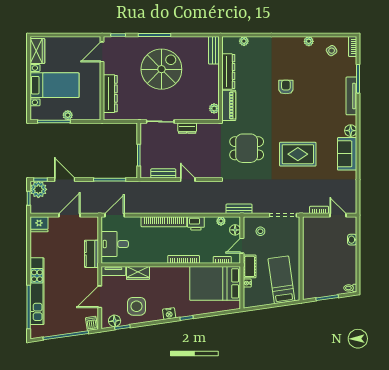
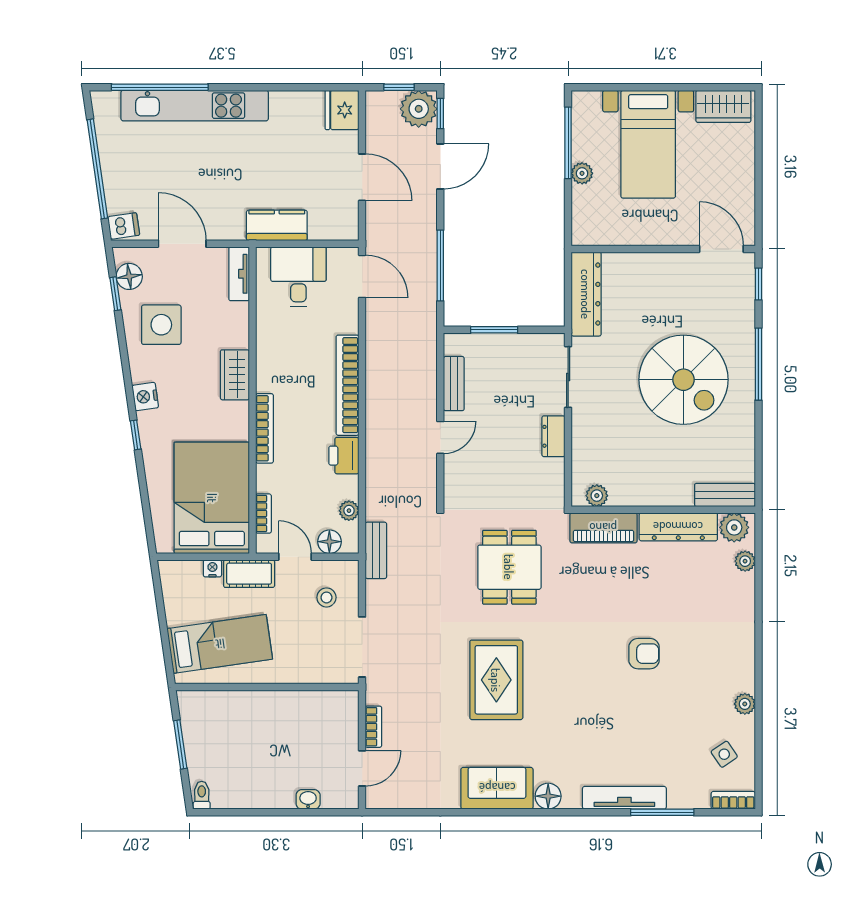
plant: (229, 46) -> (734, 527), added
dresser: (110, 94) -> (586, 294), moved, turned -90
wardrobe: (138, 273) -> (235, 375), moved

